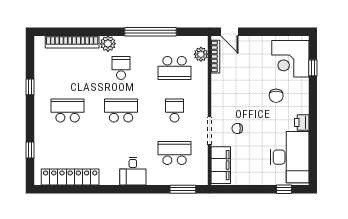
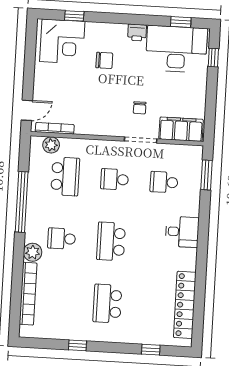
school desk: (175, 153) -> (164, 182), width x0.54
window: (313, 159) -> (181, 22), added

